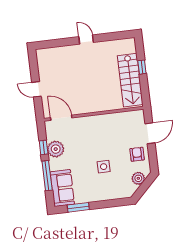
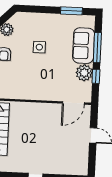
door: (61, 118) -> (73, 103), hinge flipped
sofa: (62, 188) -> (84, 46), moved

